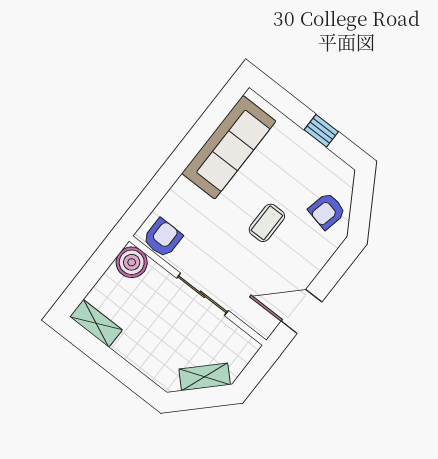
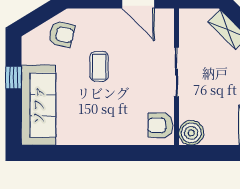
sofa: (229, 147) -> (38, 105), moved, turned 90
coffee table: (267, 223) -> (99, 66), turned 90

